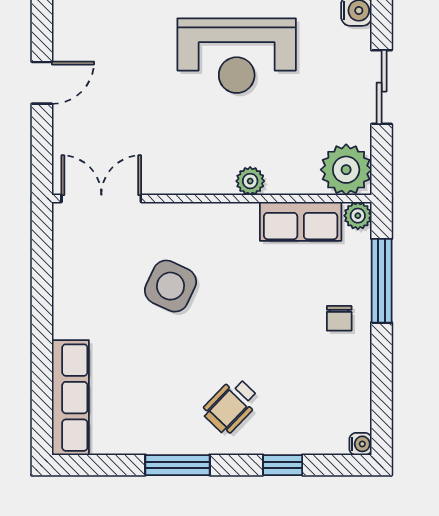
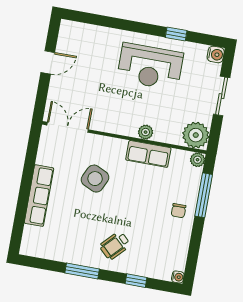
row of seats: (301, 221) -> (148, 154), moved
row of seats: (70, 398) -> (39, 196), moved

